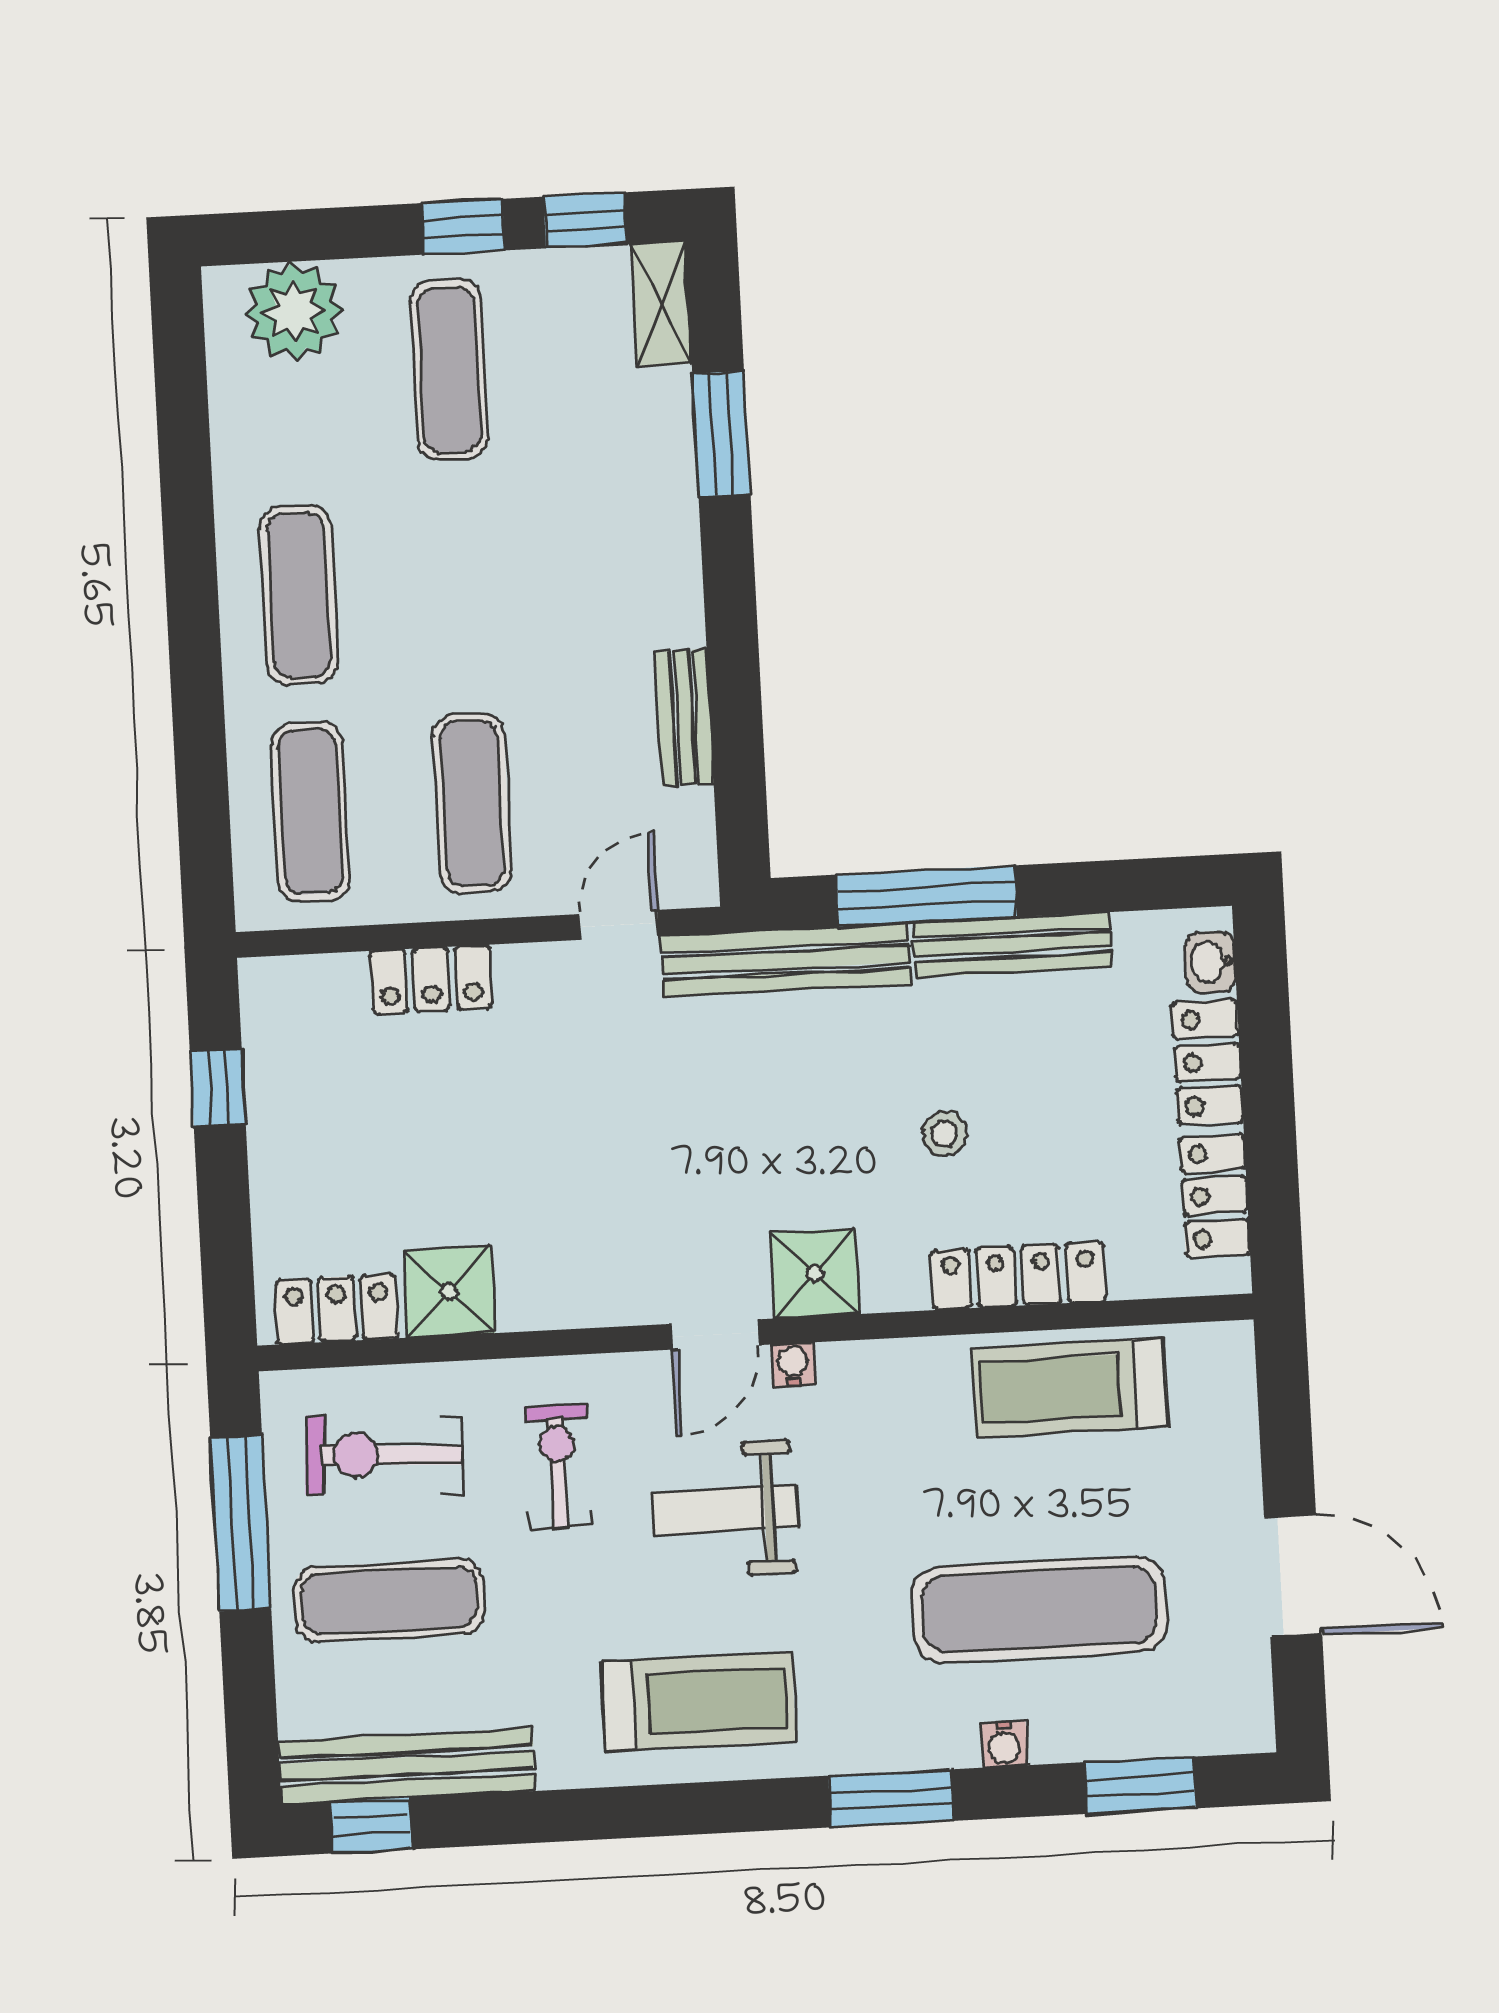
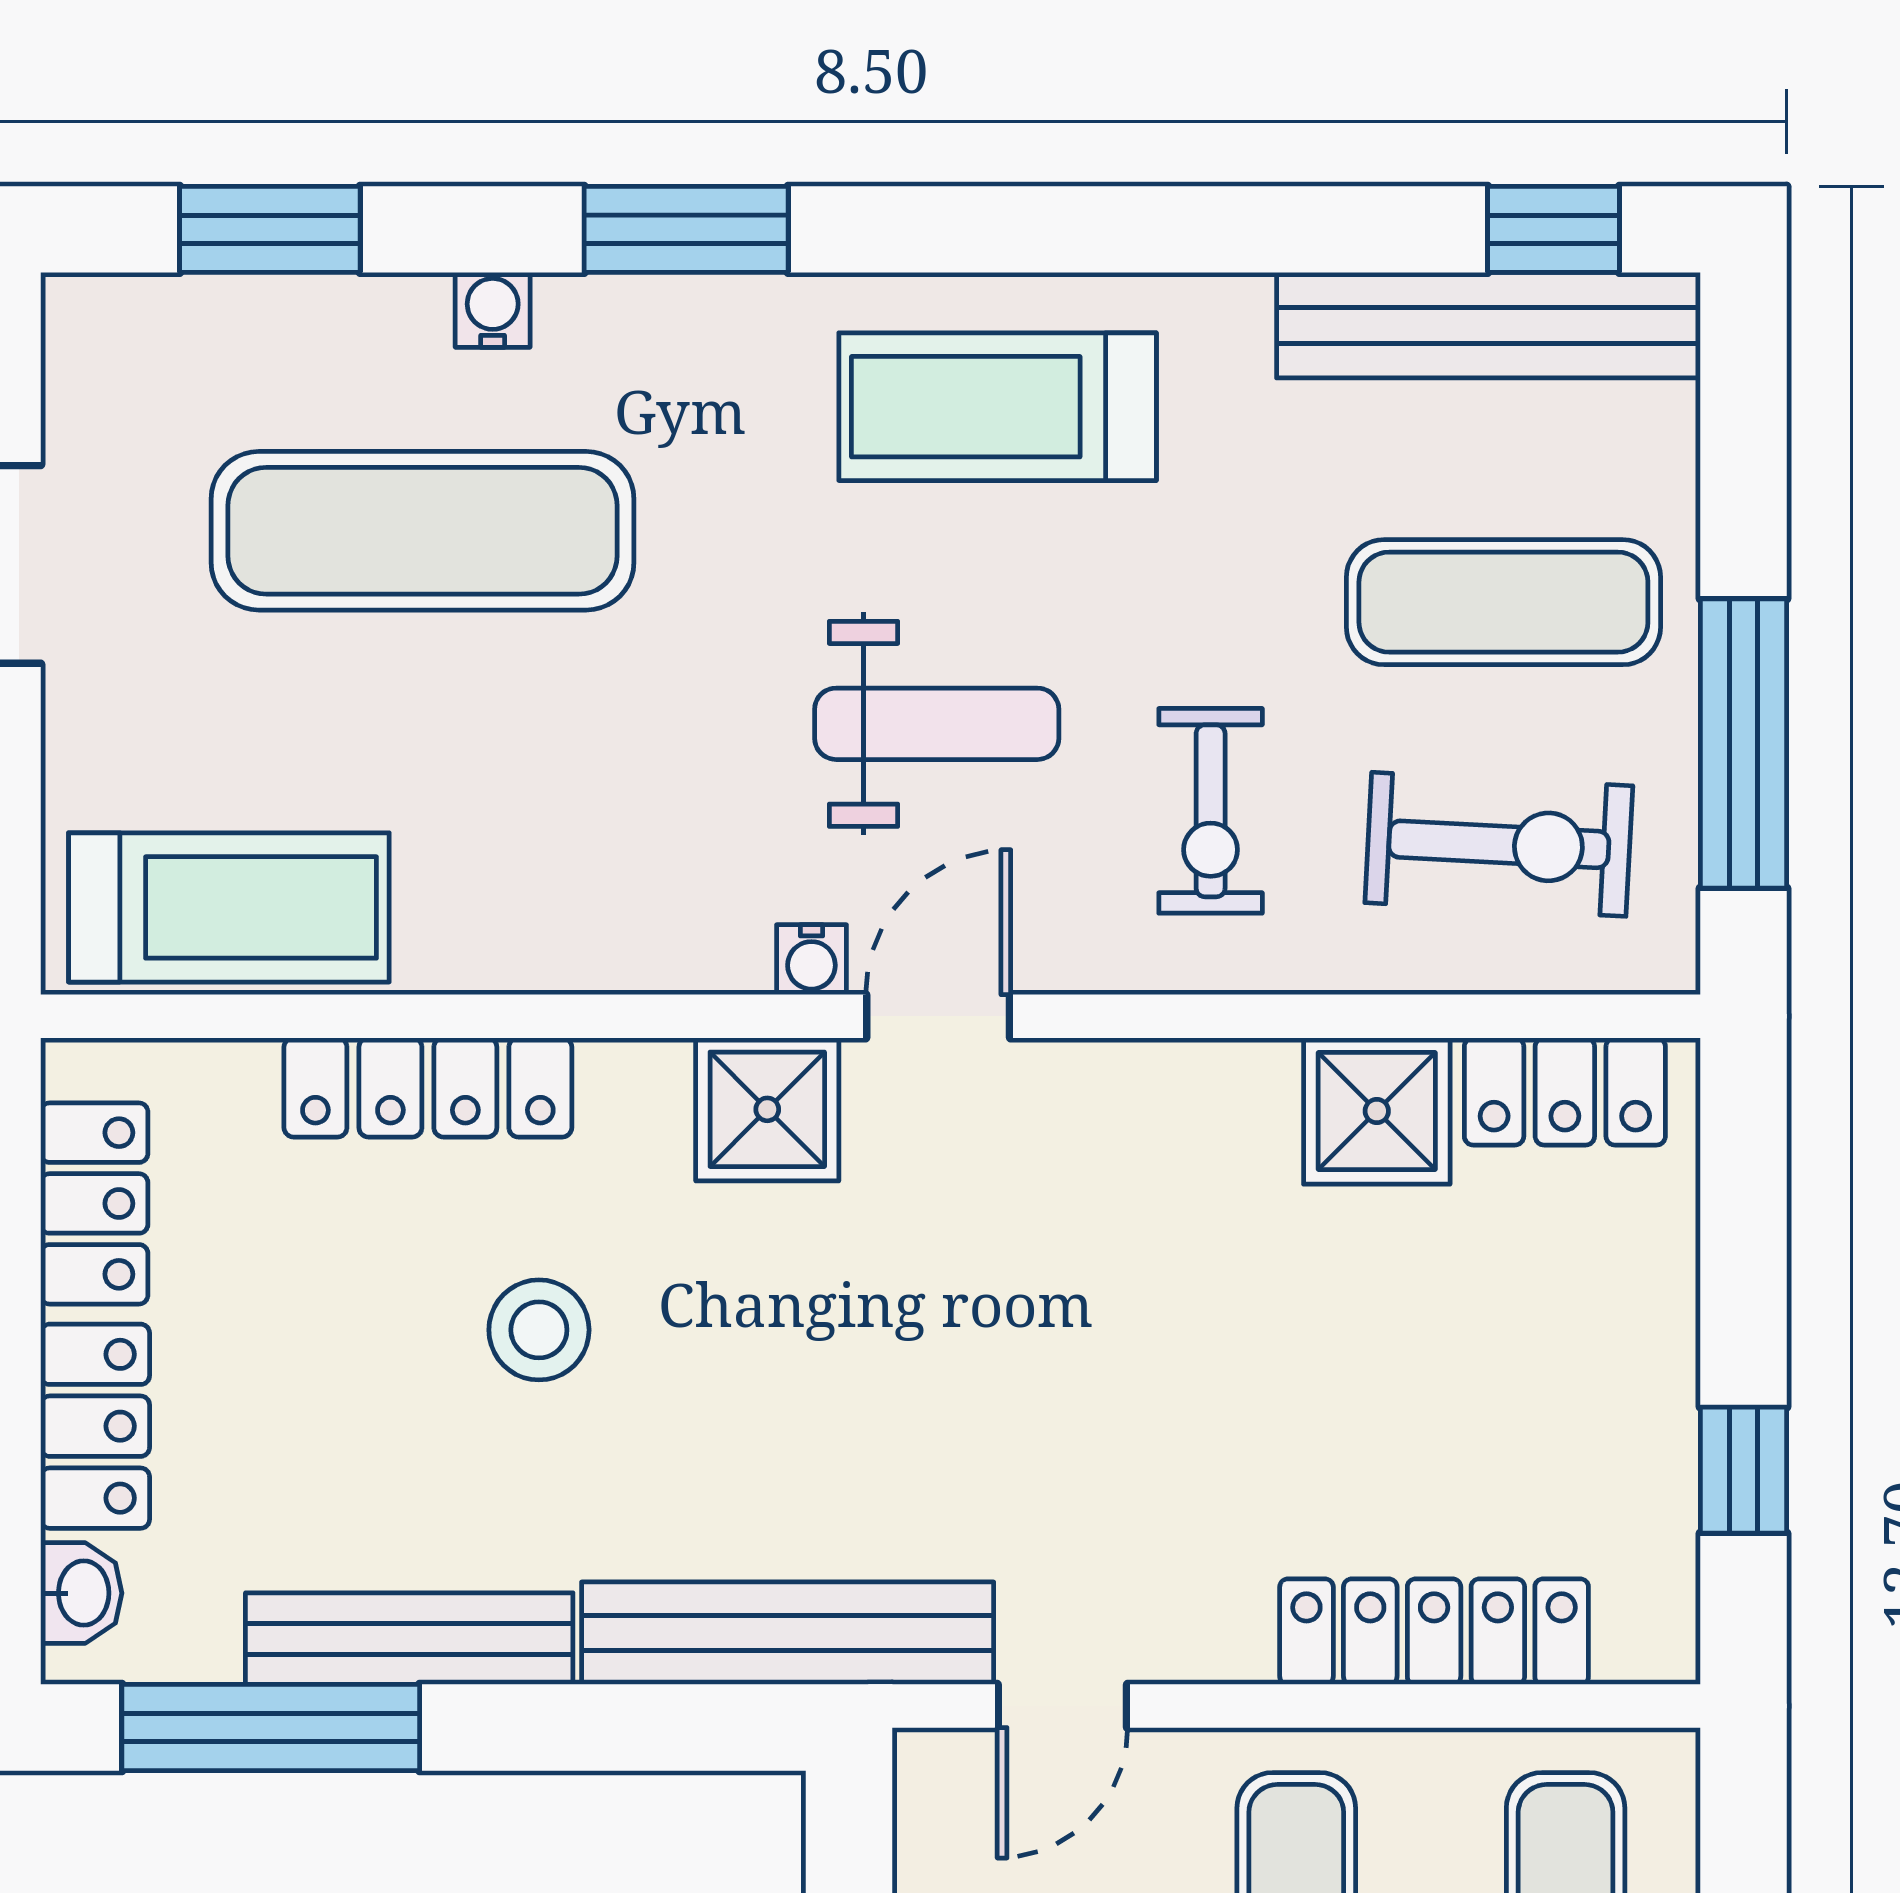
window: (926, 896) -> (271, 1728), moved
locker: (431, 979) -> (1434, 1632), width x1.53
stool: (944, 1134) -> (539, 1330), width x1.37, depth x1.37
treadmill: (1070, 1388) -> (229, 907), moved

